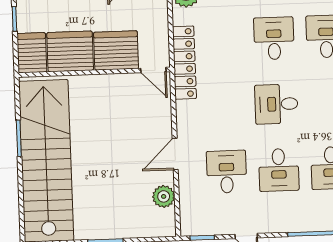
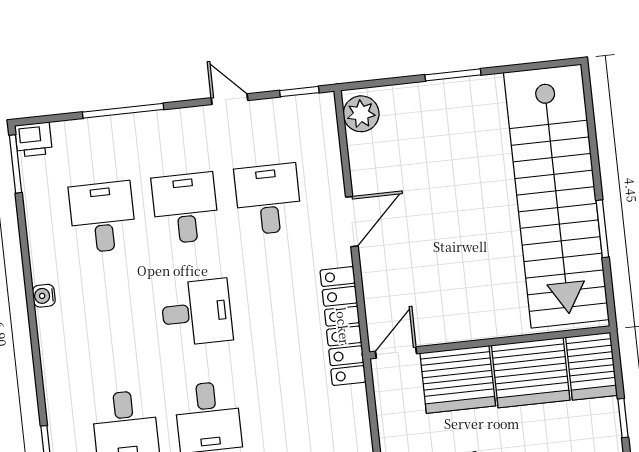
locker: (184, 63) -> (343, 326), moved
door: (153, 70) -> (396, 352), hinge flipped
desk: (227, 172) -> (268, 199), turned 180
plant: (164, 196) -> (361, 114), moved

